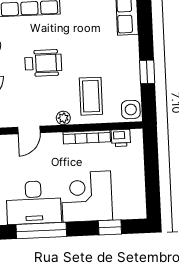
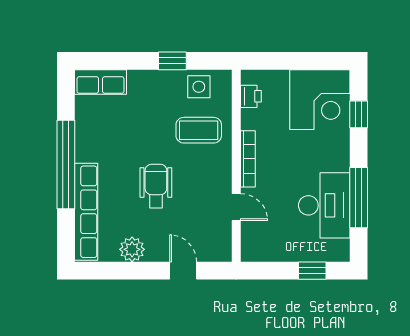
side table: (131, 110) -> (199, 87), moved
plant: (63, 118) -> (224, 165), removed
bookcase: (87, 137) -> (248, 159), moved
corner desk: (87, 196) -> (320, 100), moved, turned -90

